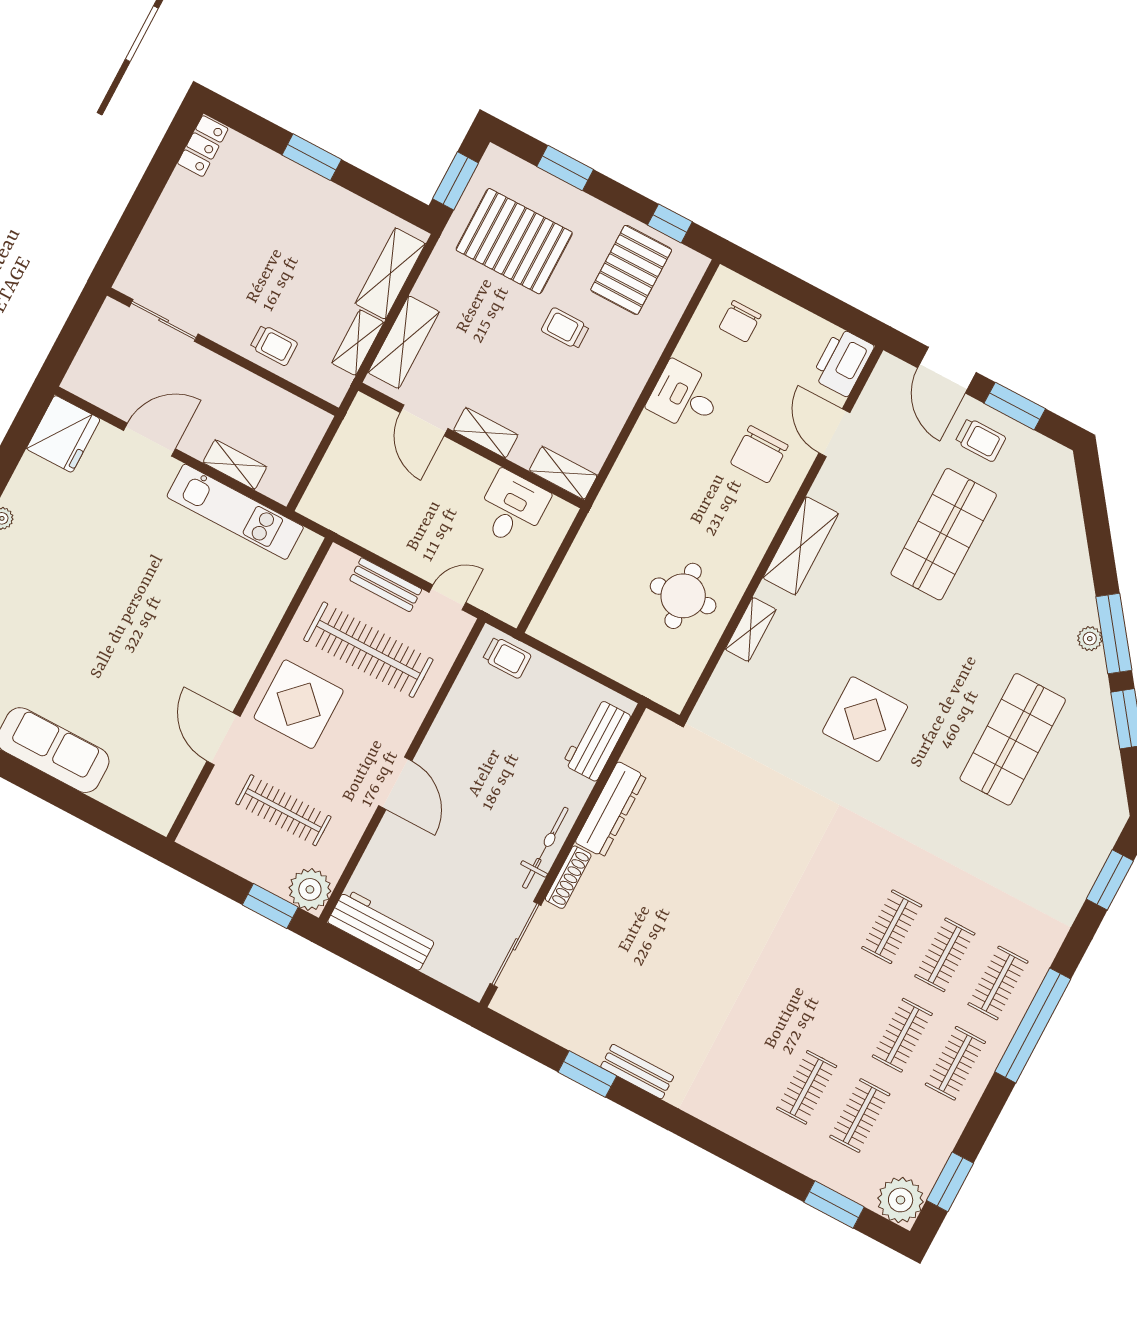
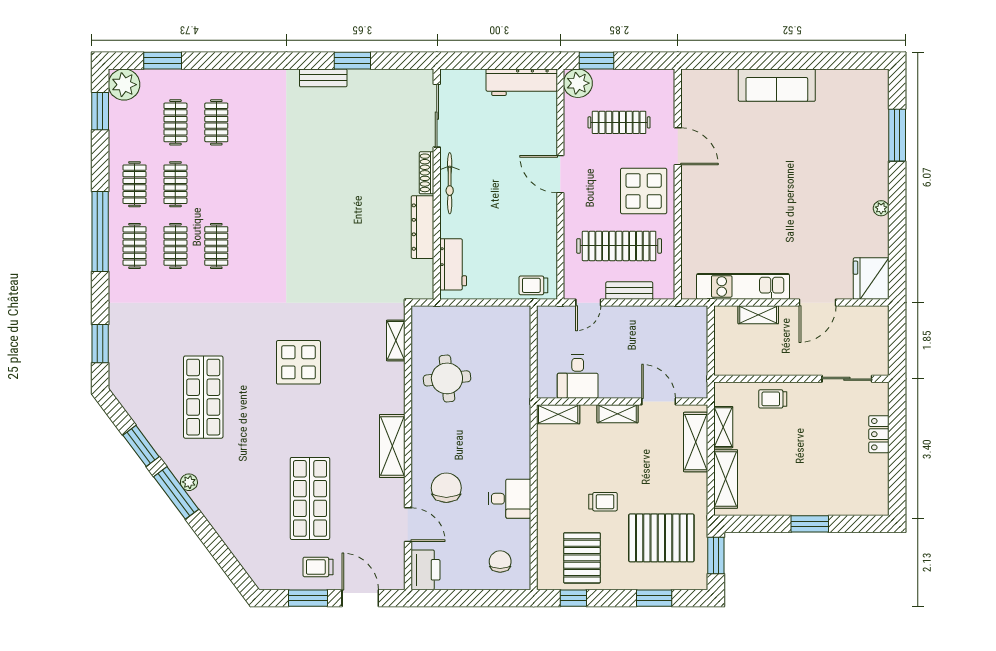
locker: (203, 146) -> (879, 434), moved
shelving: (751, 629) -> (396, 340), moved

